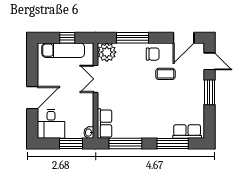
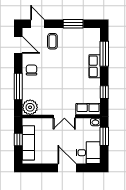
door: (210, 61) -> (38, 24), hinge flipped
coffee table: (165, 74) -> (52, 41), moved
double door: (95, 79) -> (64, 117), moved
window: (210, 92) -> (73, 24), moved
row of seats: (187, 132) -> (95, 66), moved
window: (125, 143) -> (104, 92), width x0.46

